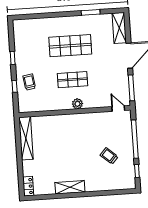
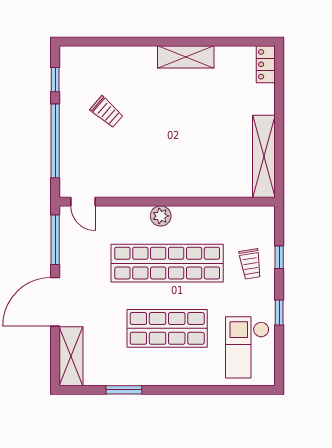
checkout: (28, 39) -> (247, 347), added
shop shelf: (72, 80) -> (167, 263), width x2.00, depth x1.36

